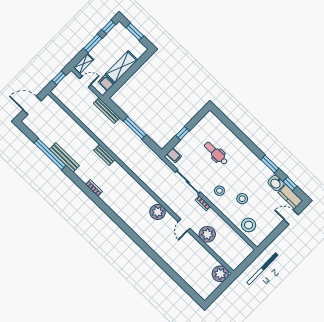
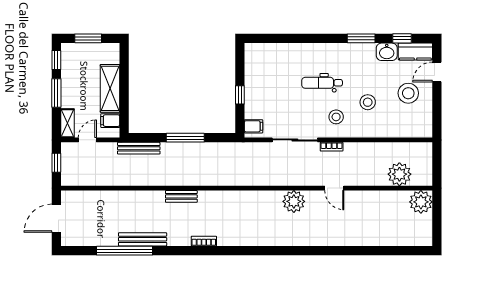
dental chair: (216, 153) -> (322, 83), moved
stool: (249, 225) -> (408, 93), moved
plant: (207, 234) -> (399, 174), moved

